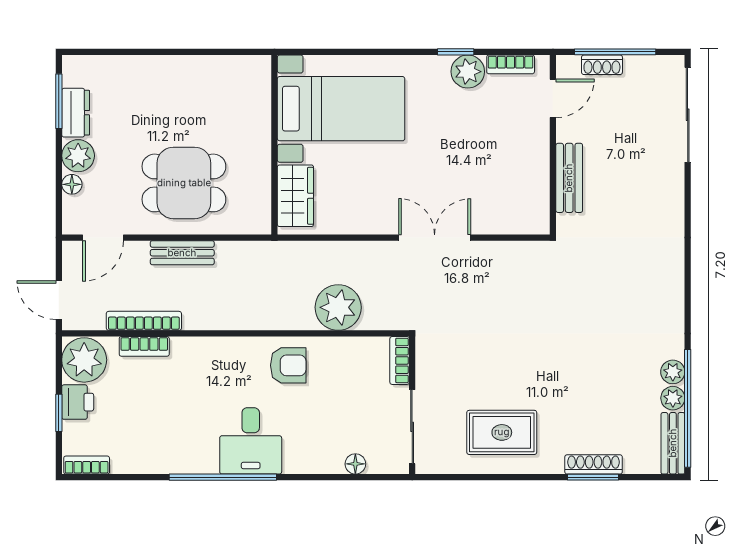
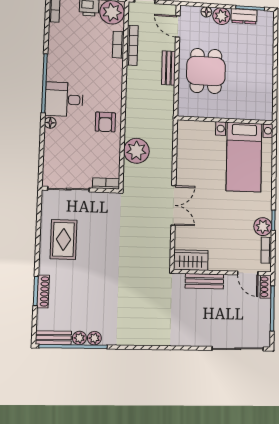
shoe rack: (602, 65) -> (266, 287), moved
wardrobe: (295, 196) -> (191, 260), moved, turned 180
floor lamp: (355, 464) -> (50, 123), moved

